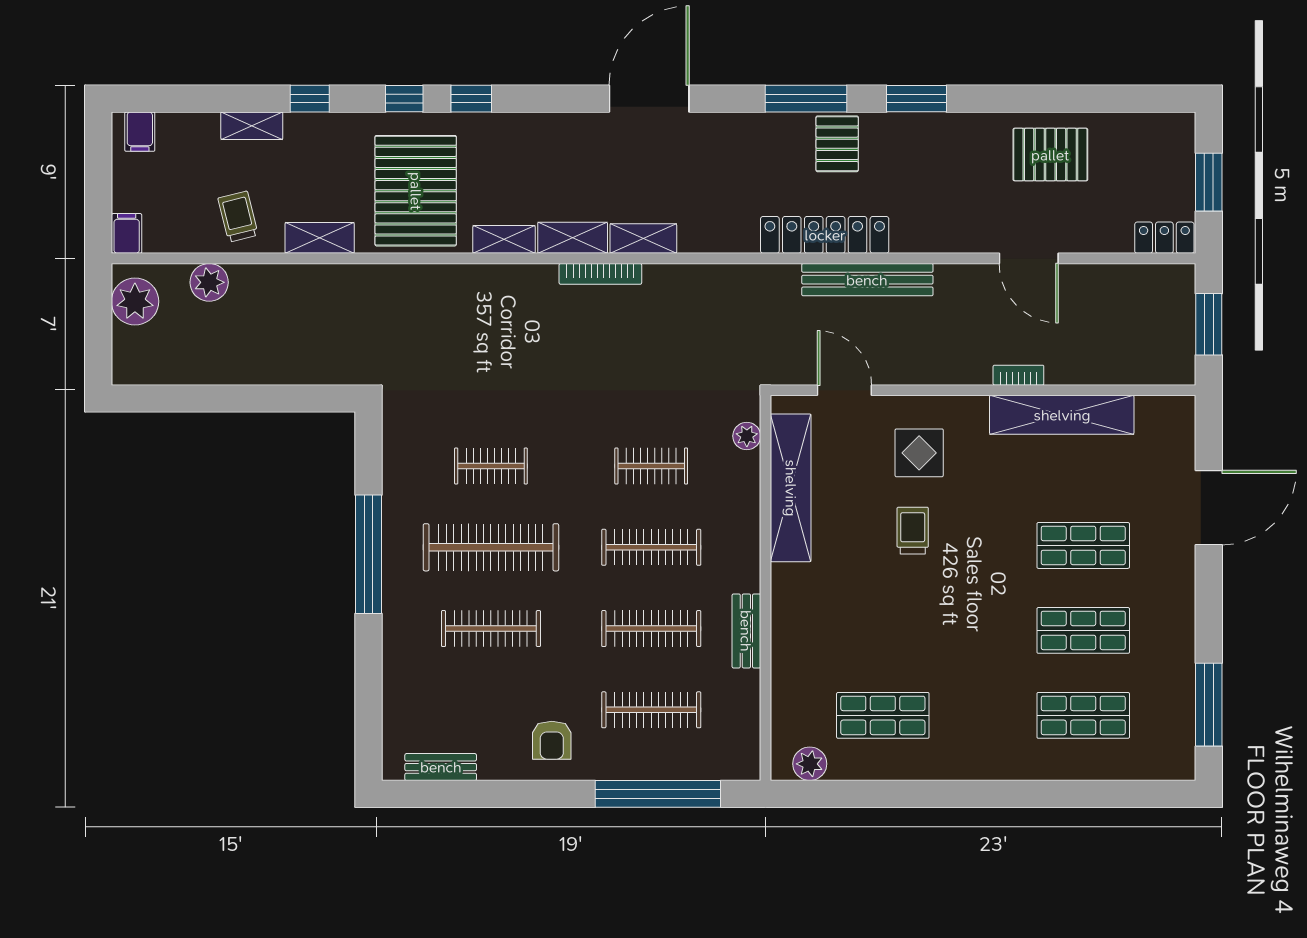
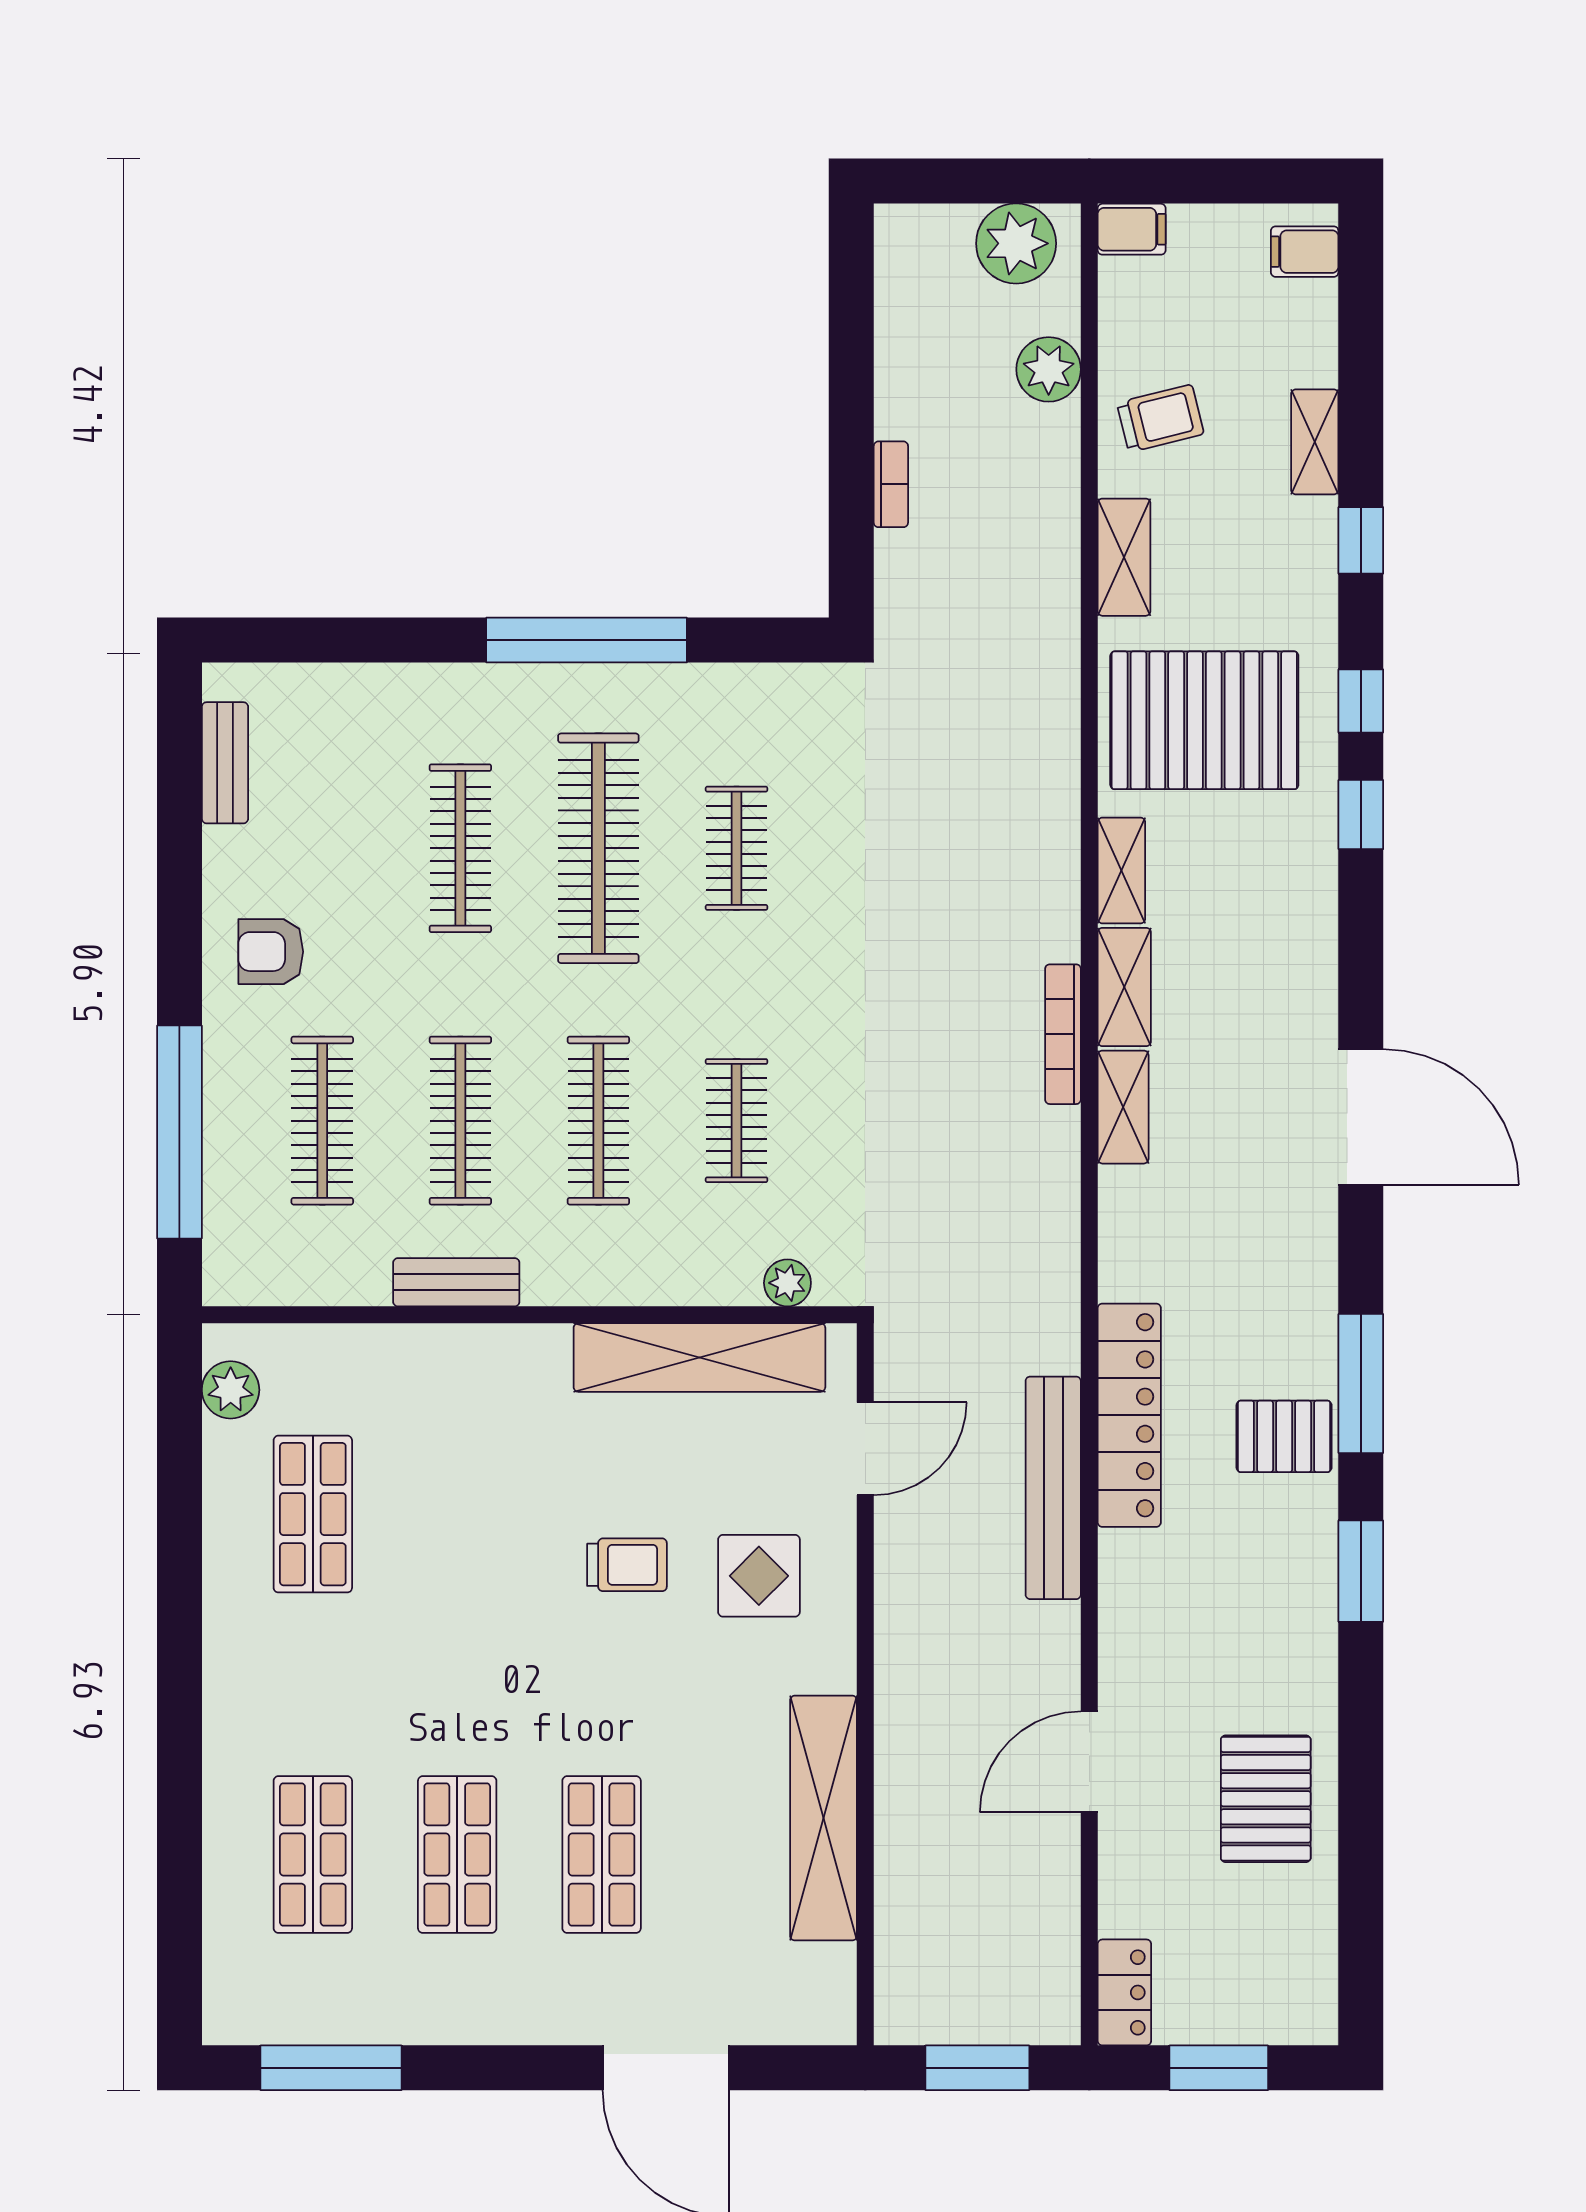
bookcase: (1018, 375) -> (891, 484), moved

